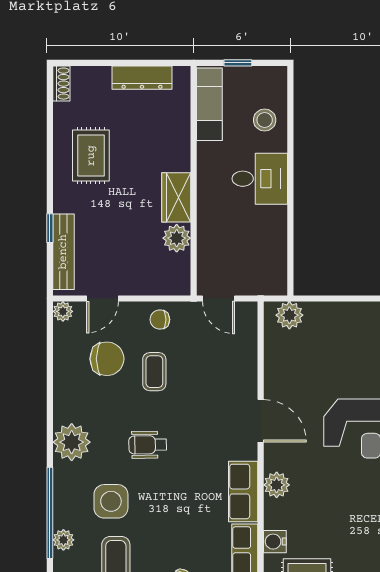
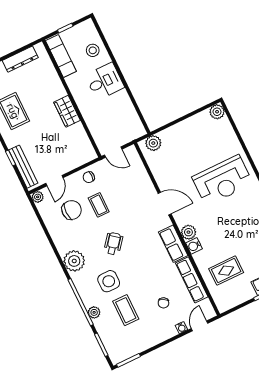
plant: (177, 238) -> (77, 132), removed
wheelchair: (148, 445) -> (113, 244), turned 130
water cooler: (275, 542) -> (194, 246), moved

